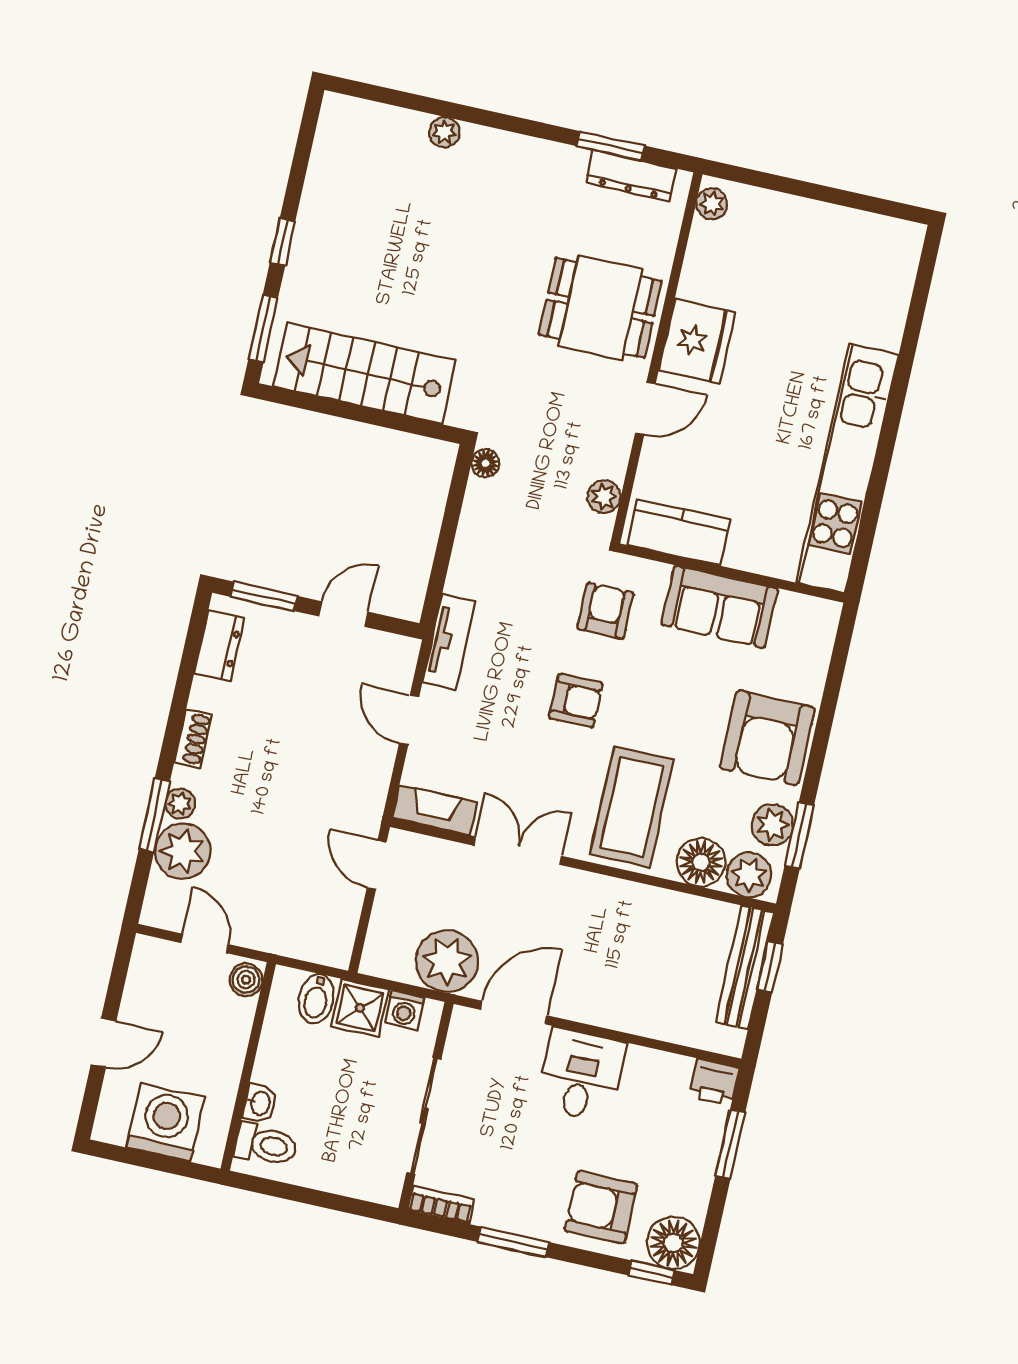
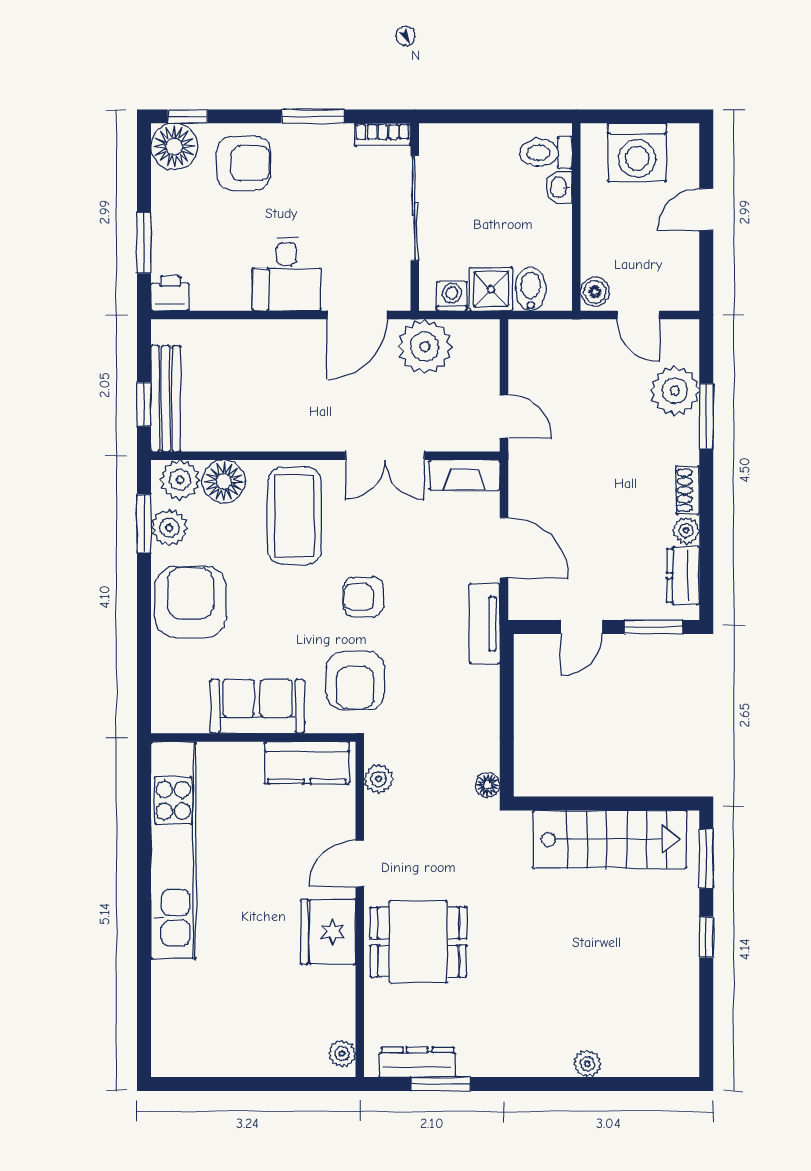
armchair: (605, 611) -> (355, 681), width x1.38, depth x1.38
door: (409, 720) -> (504, 548), width x1.38
plant: (180, 804) -> (686, 530), moved

